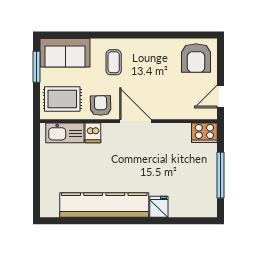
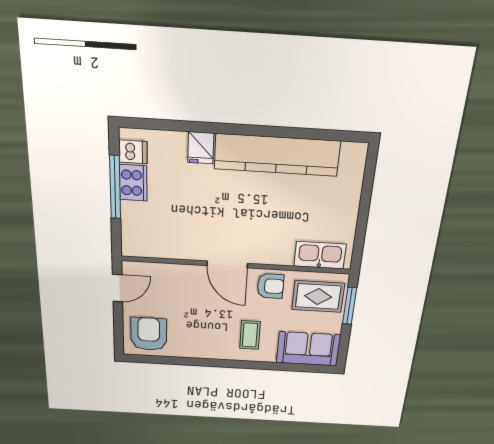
window: (36, 67) -> (350, 306), moved
armchair: (101, 106) -> (270, 286), turned -89
dishwasher: (93, 133) -> (133, 152), moved, turned 90
cooker: (204, 133) -> (133, 183), moved, turned 90

